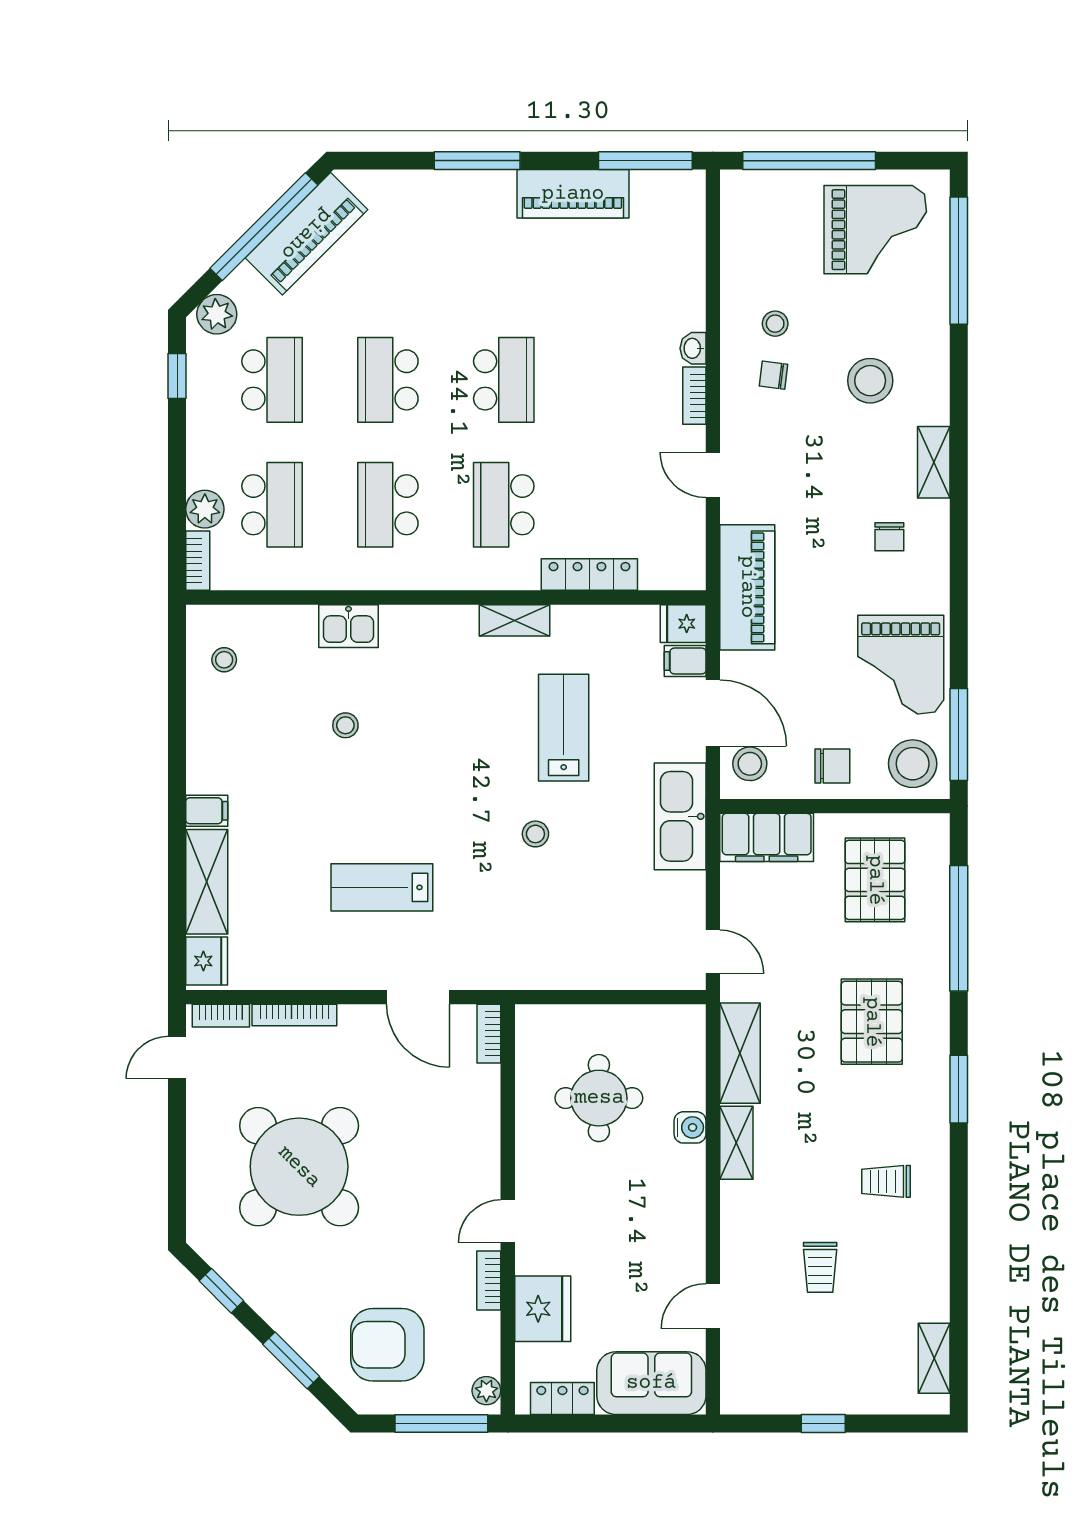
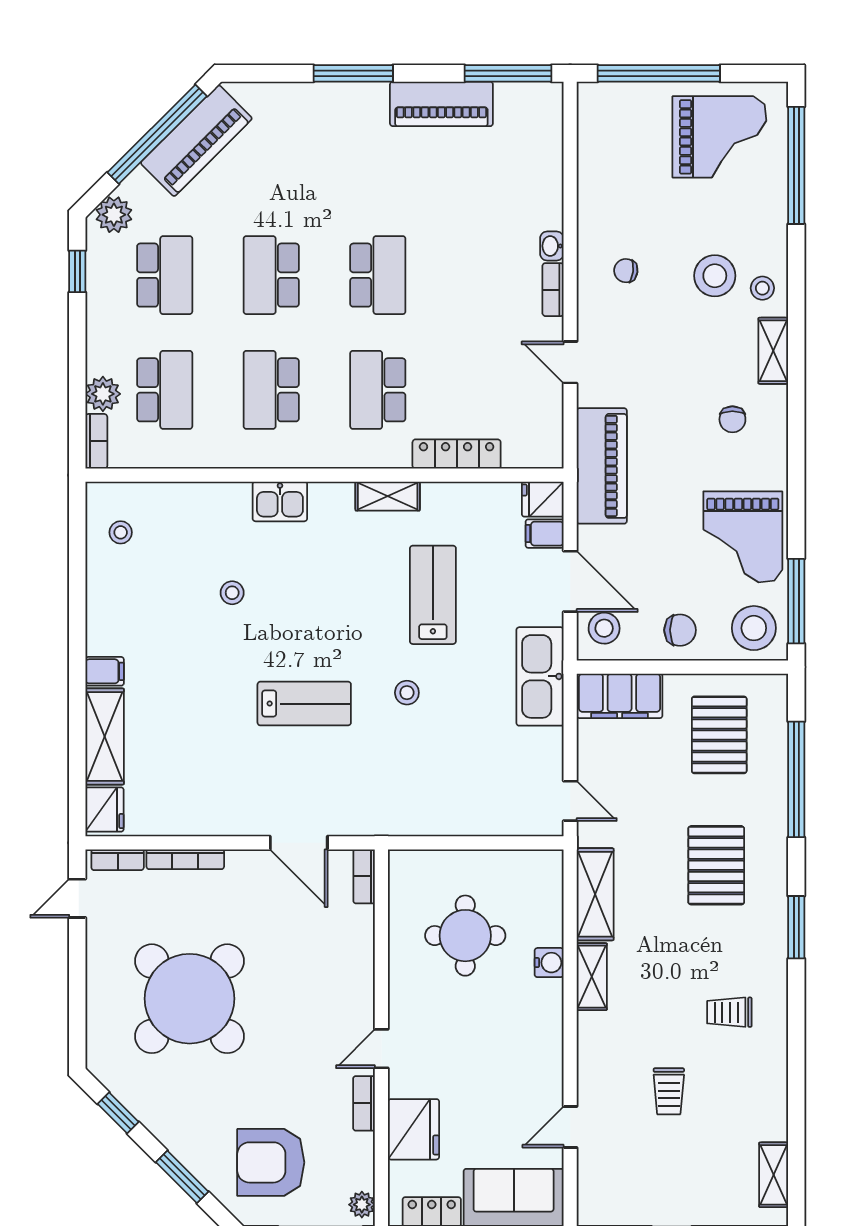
stool: (775, 324) -> (762, 288), moved
kitchen sink: (348, 626) -> (280, 501), moved
lab bench: (382, 887) -> (304, 704), moved, turned 180

